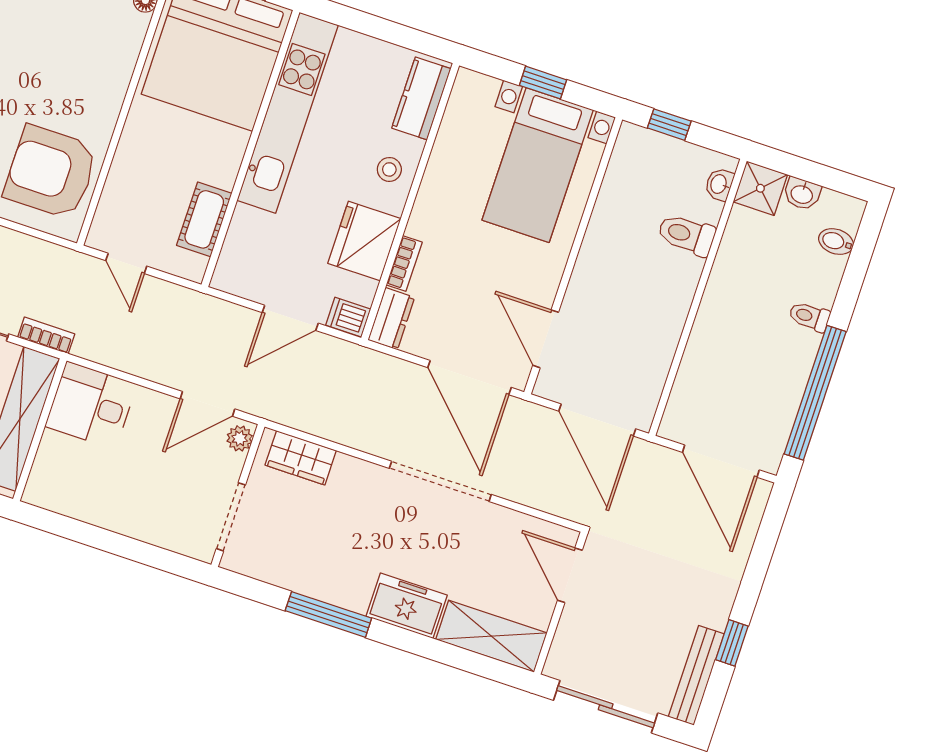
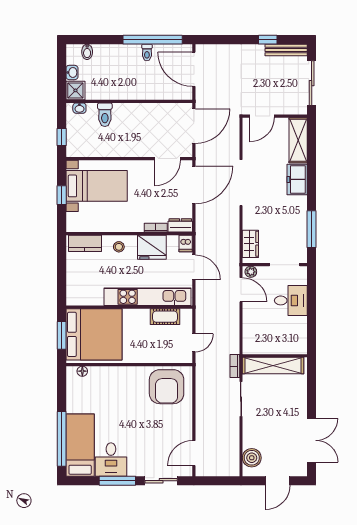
kitchen unit: (288, 113) -> (148, 297), moved
toilet: (809, 317) -> (147, 52), moved
desk: (91, 405) -> (291, 300), moved, turned -90
door: (721, 461) -> (194, 69), swing flipped
window: (328, 614) -> (312, 229), moved

